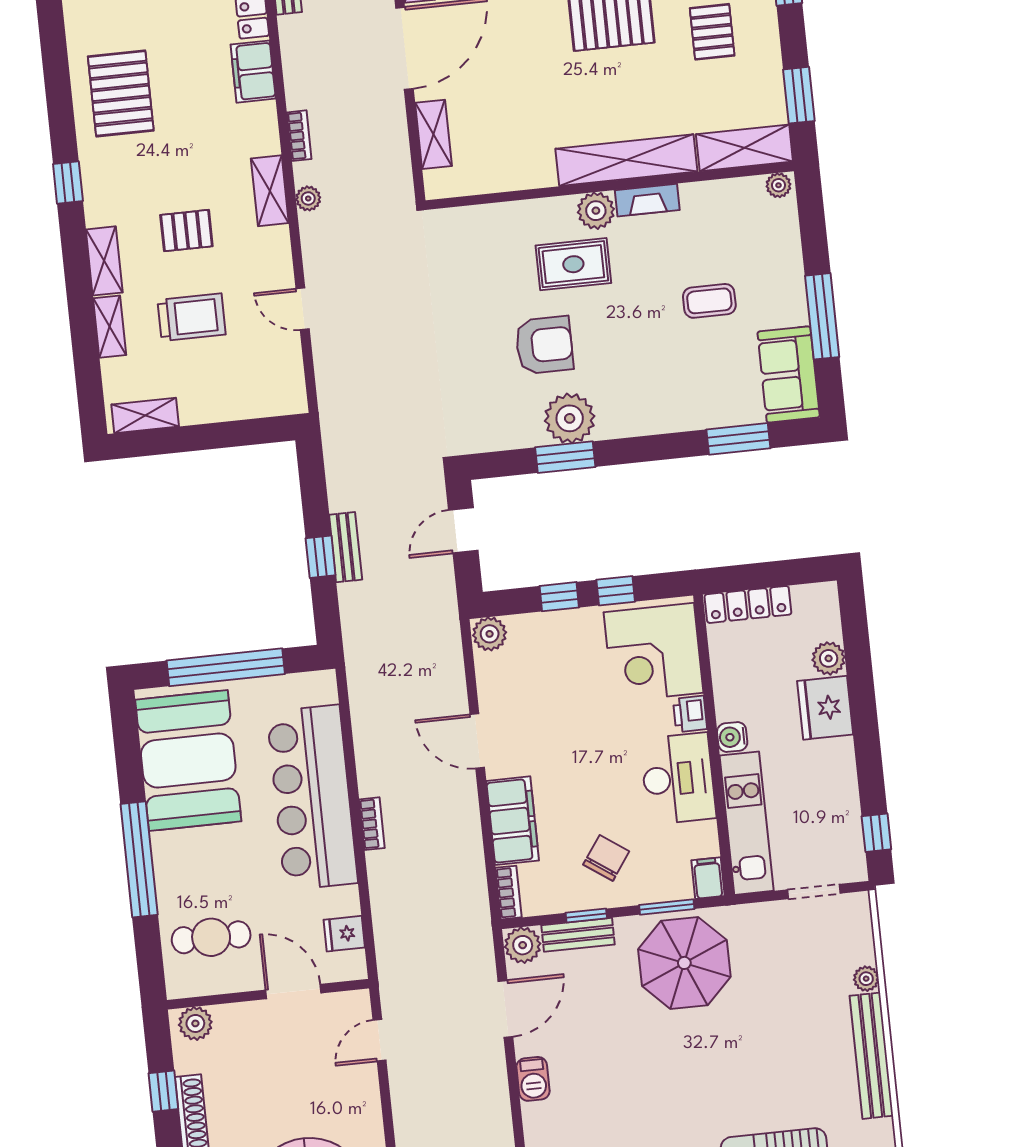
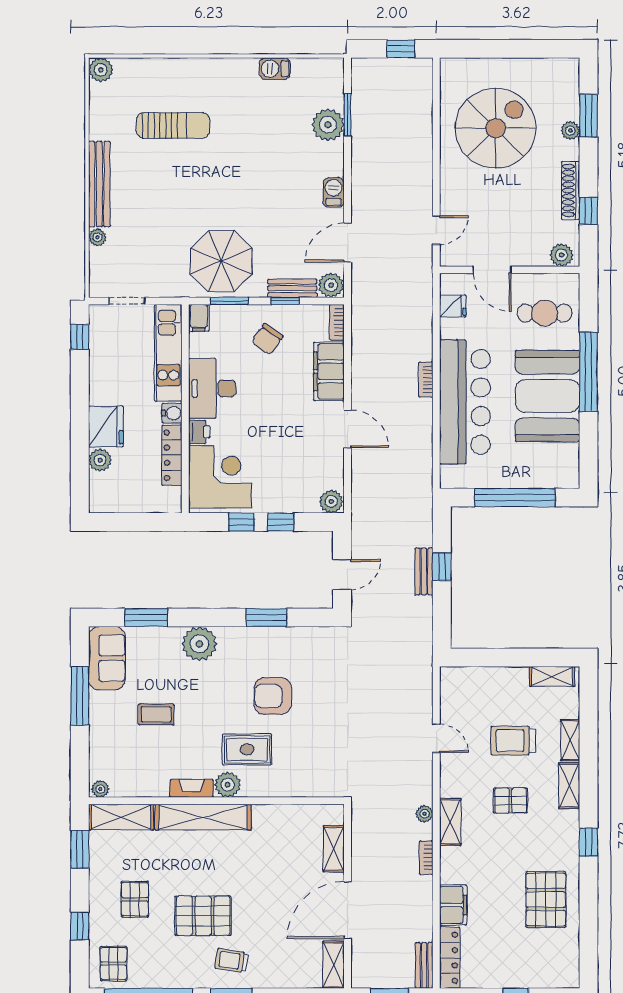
plant: (570, 418) -> (199, 644), moved
locker: (748, 604) -> (172, 455), moved, turned -90
booth: (188, 761) -> (547, 396), moved

